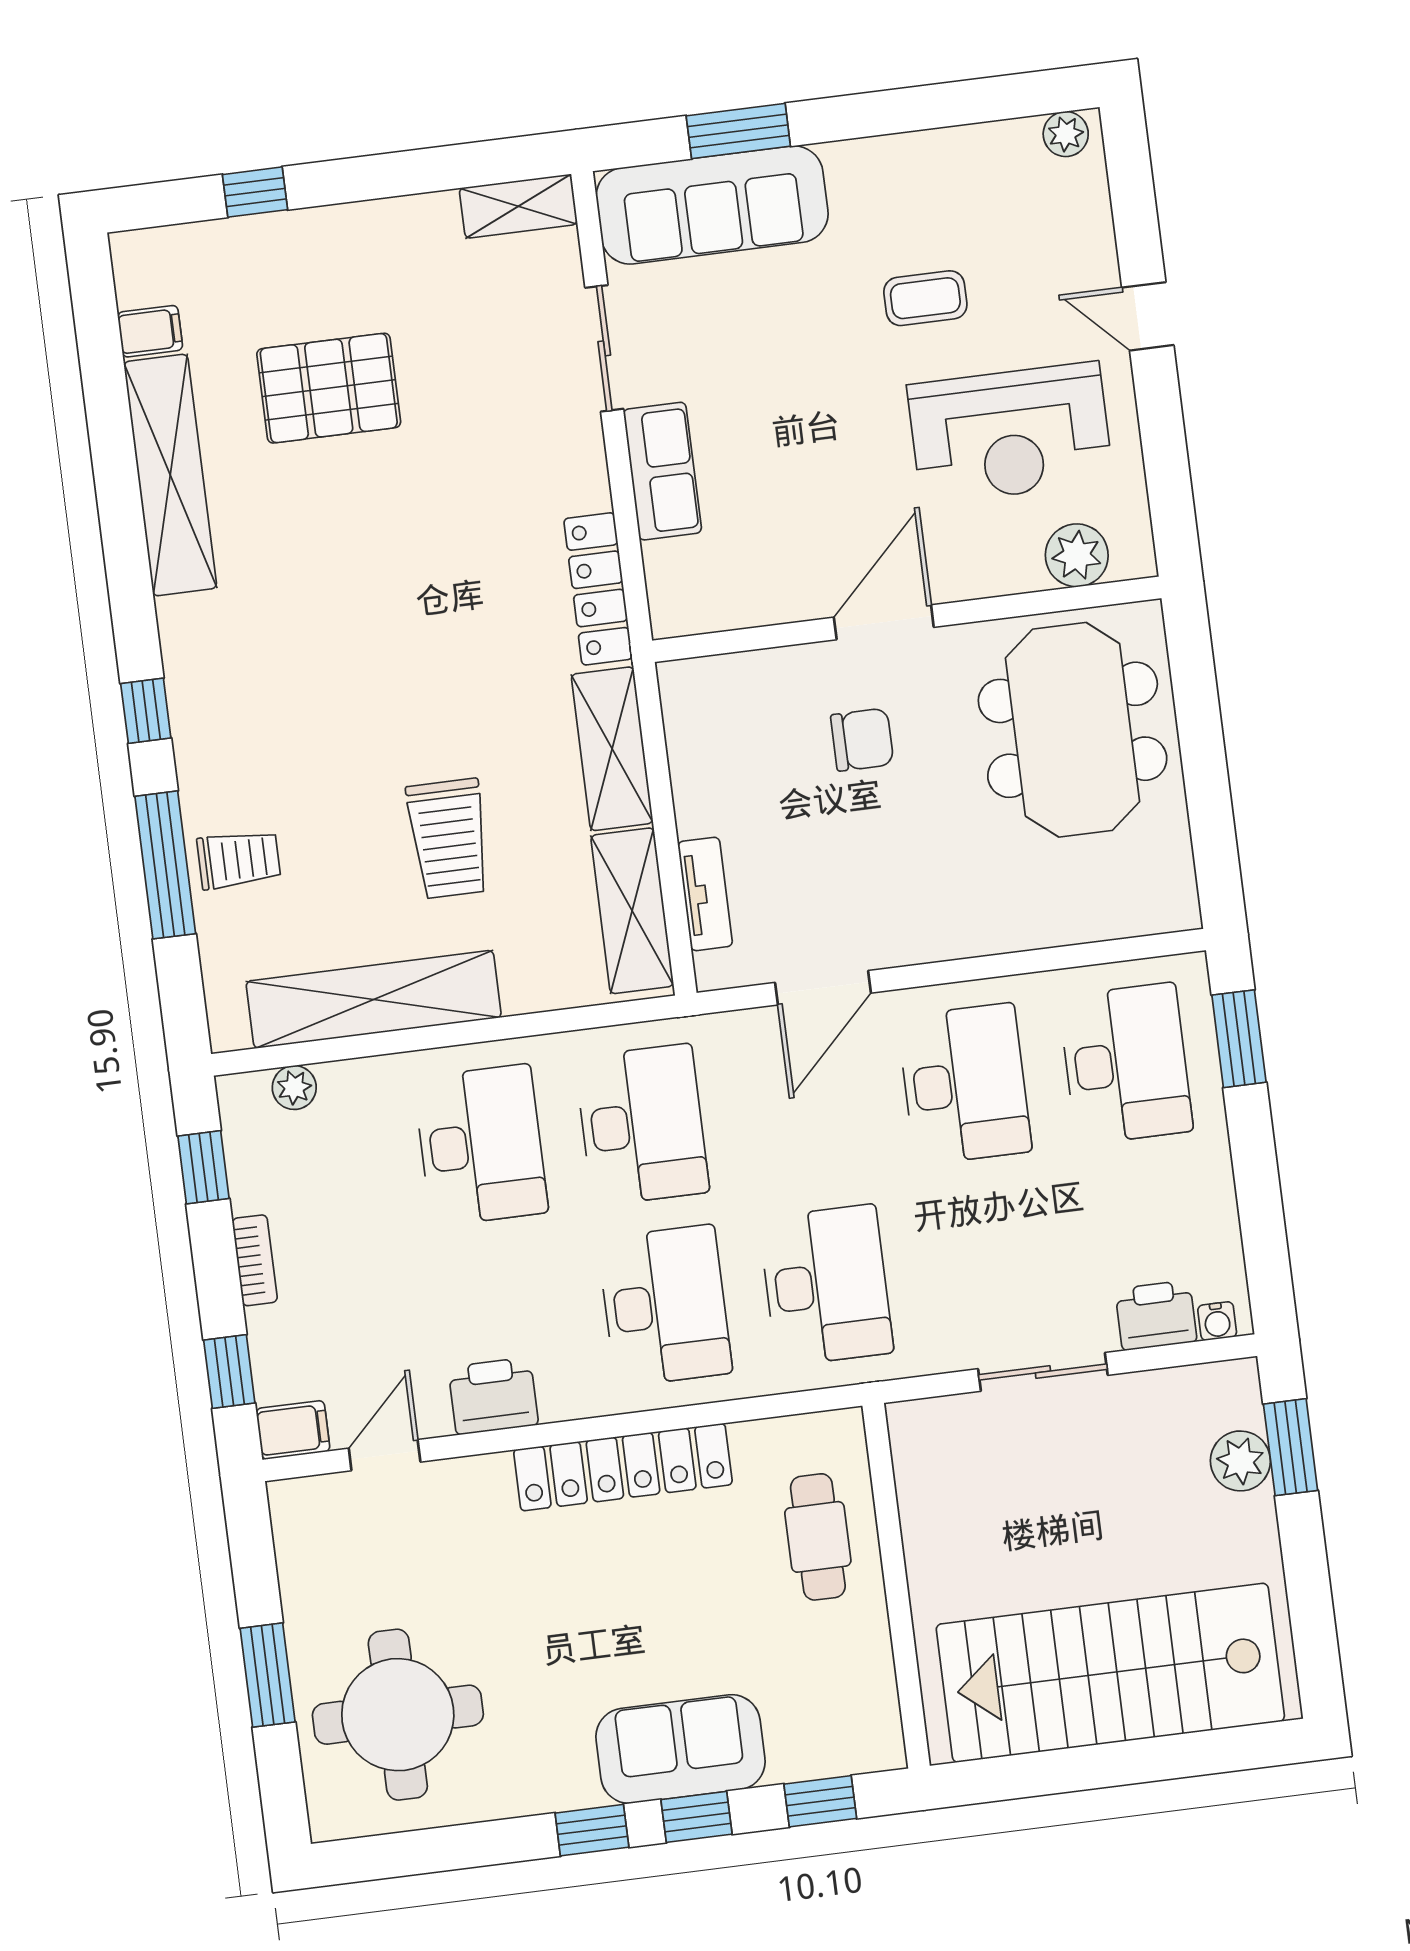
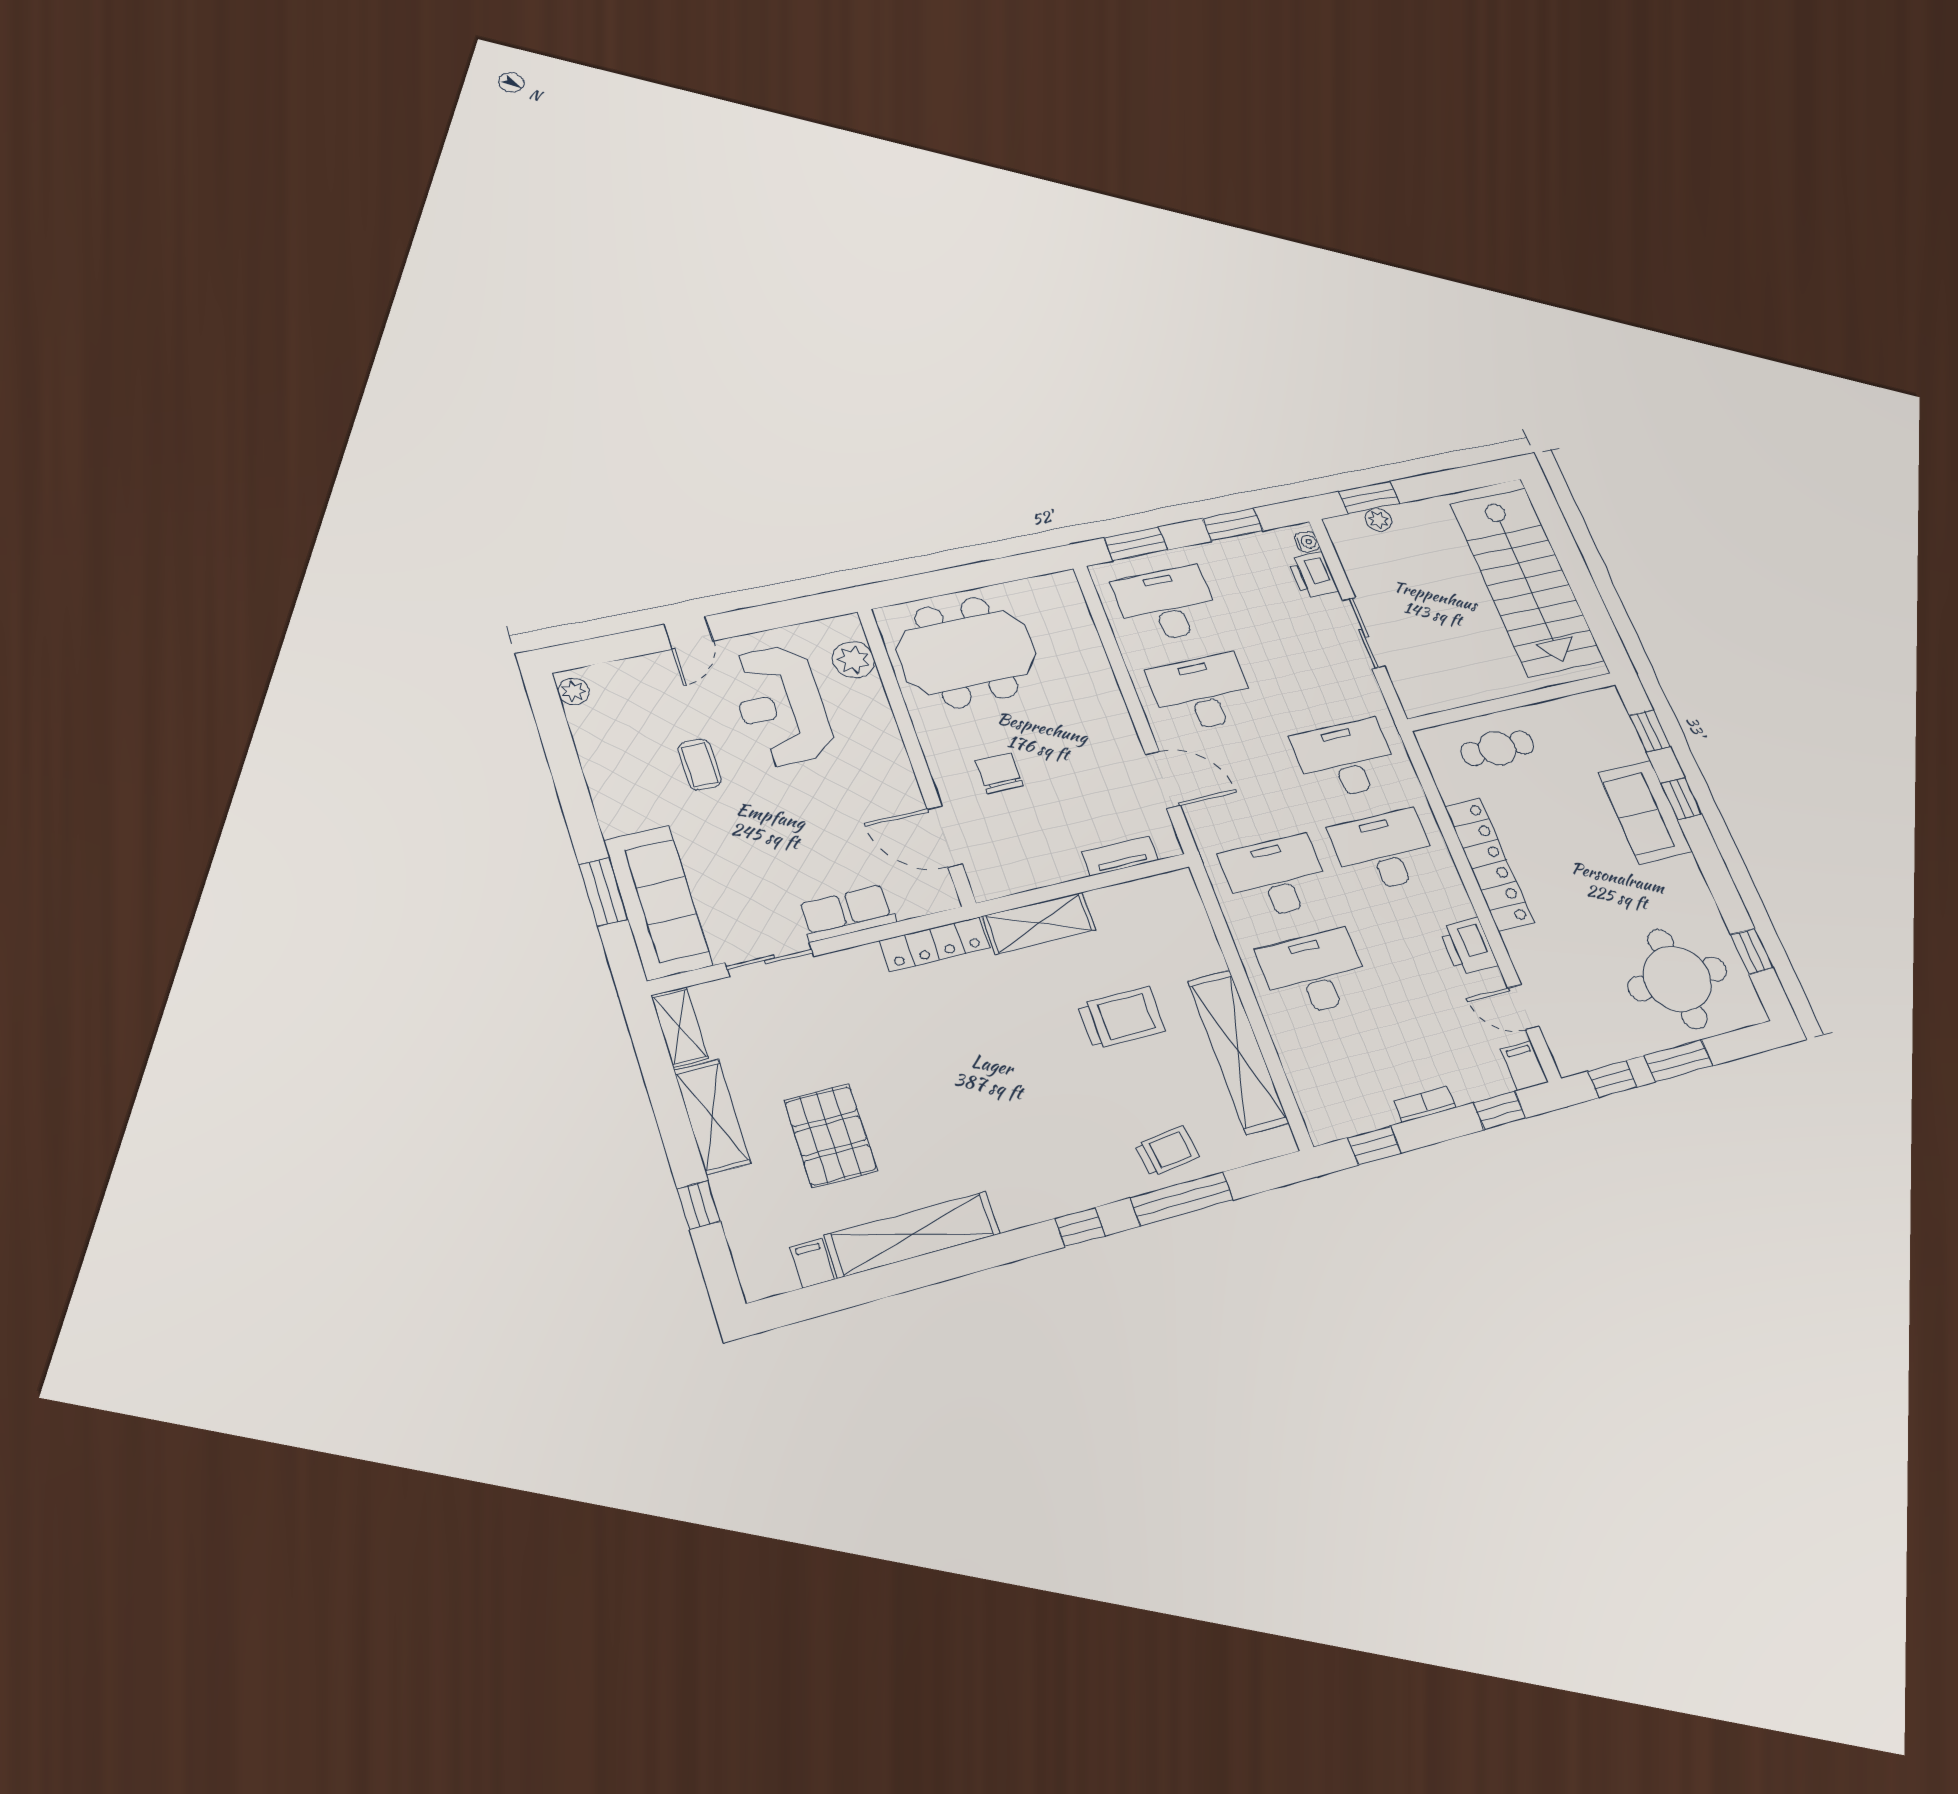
reception desk: (1010, 433) -> (781, 706), turned 180
door: (884, 622) -> (945, 837), moved
trolley: (239, 860) -> (1167, 1151), turned 83
shelving: (632, 911) -> (712, 1117), moved, turned 90
plant: (294, 1088) -> (1308, 1094), removed
window: (1260, 1205) -> (1233, 525), added
plant: (1240, 1461) -> (1378, 520), width x0.73, depth x0.73
window: (253, 1562) -> (1613, 1079), added
window: (592, 1830) -> (1752, 951), moved

